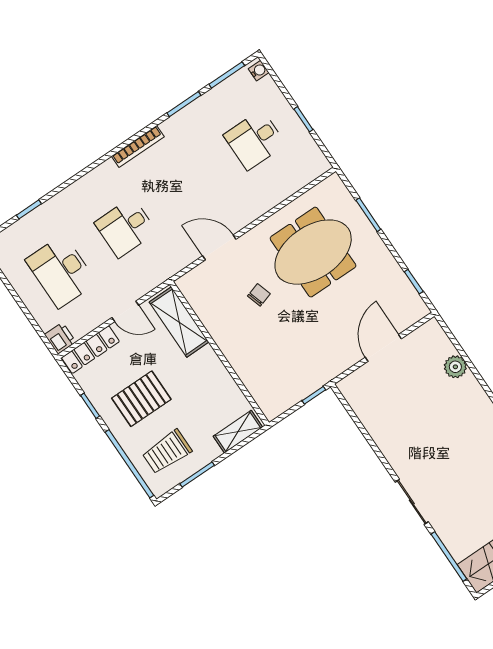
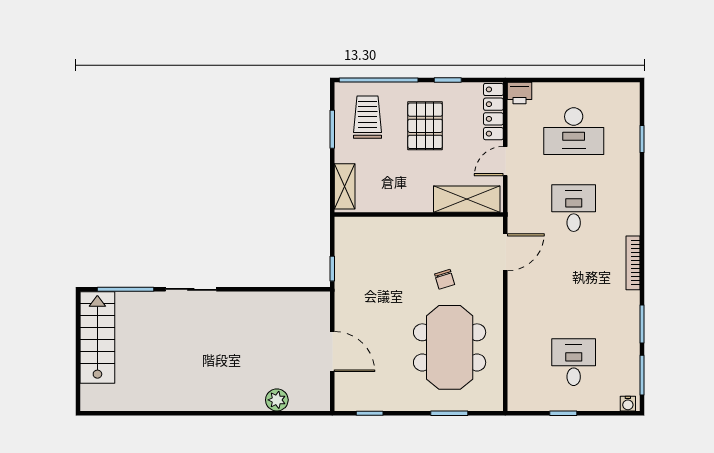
door: (219, 247) -> (505, 252), moved
desk: (61, 271) -> (574, 131), turned 180

